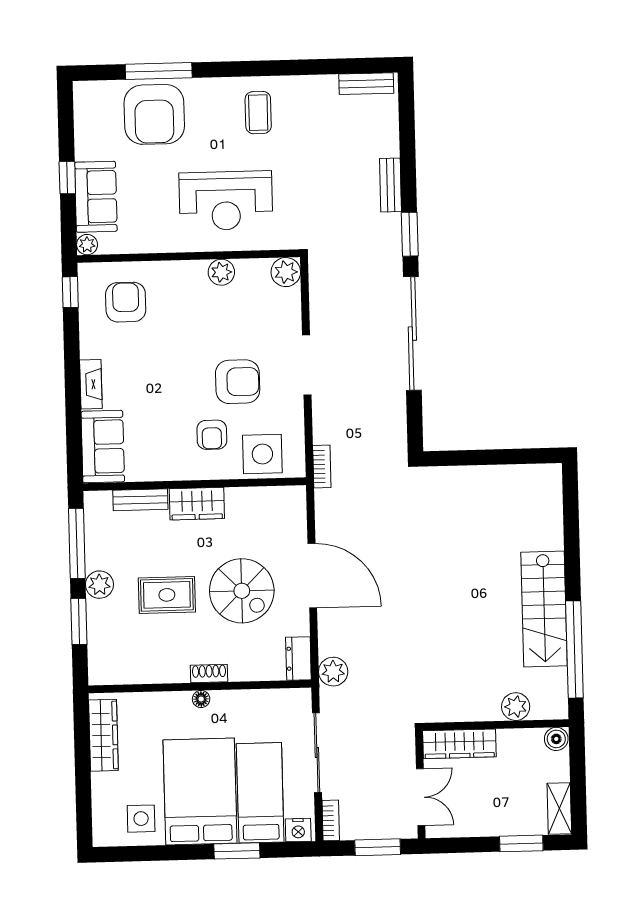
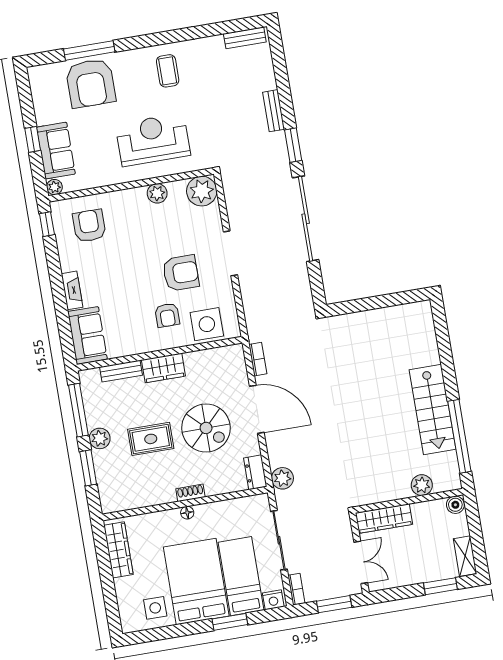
reception desk: (226, 201) -> (153, 140), turned 180
plant: (286, 272) -> (202, 191), width x1.36, depth x1.36
bookcase: (322, 466) -> (258, 359), moved

